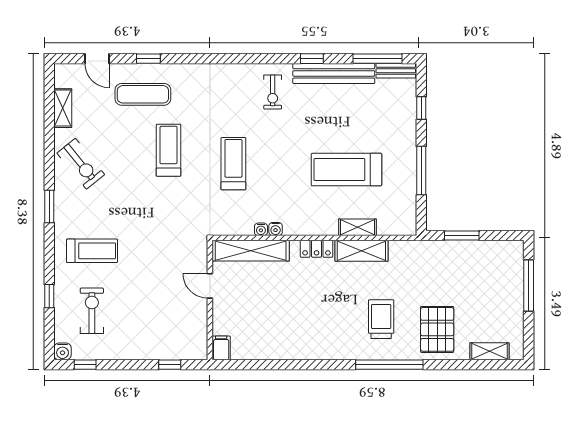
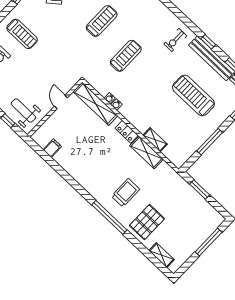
treadmill: (346, 170) -> (193, 95), moved
weight bench: (176, 336) -> (23, 110), added
filing cabinet: (221, 348) -> (52, 148), moved

